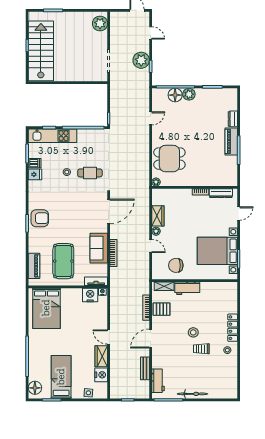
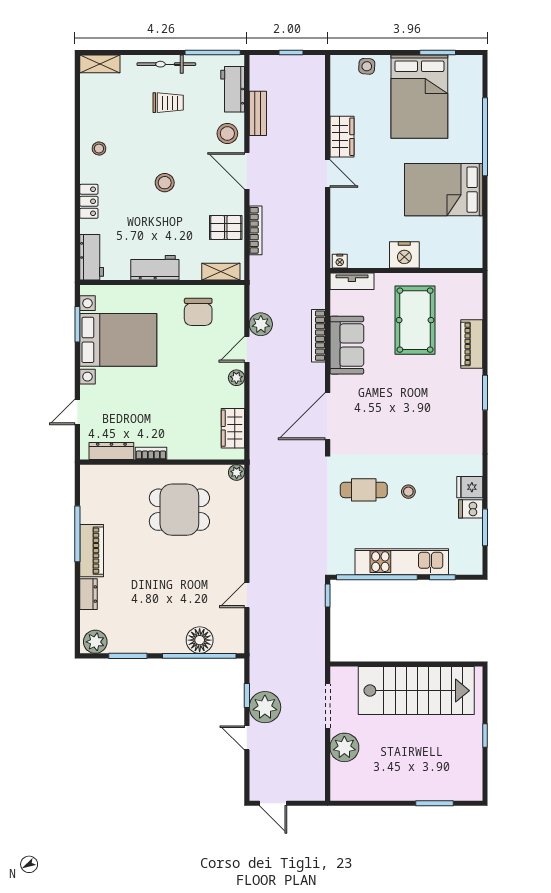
plant: (100, 24) -> (344, 747), moved
door: (151, 33) -> (247, 738), moved
stairs: (41, 51) -> (416, 691), moved, turned -90
plant: (189, 94) -> (95, 642), moved
kitchen unit: (52, 136) -> (402, 562), moved
dining table: (169, 159) -> (179, 510), moved
wardrobe: (158, 216) -> (233, 428), moved
armchair: (40, 218) -> (461, 403), removed
door: (151, 246) -> (247, 349), hinge flipped
plant: (143, 259) -> (261, 324), added
chair: (176, 265) -> (198, 312), turned 90
piano: (34, 266) -> (472, 344), moved
workbench: (187, 288) -> (155, 268), moved
workbench: (231, 294) -> (92, 257), added
nightstand: (90, 295) -> (404, 255), moved
bed: (46, 308) -> (444, 190), moved, turned -90
locker: (233, 328) -> (89, 201), width x0.66
door: (151, 339) -> (247, 171), swing flipped
trolley: (201, 349) -> (168, 103), moved
stool: (161, 358) -> (227, 133), added
nightstand: (101, 375) -> (342, 101), removed
bed: (61, 377) -> (419, 97), width x1.50
floor lamp: (35, 388) -> (470, 76), removed
shelving: (227, 394) -> (100, 64), added

